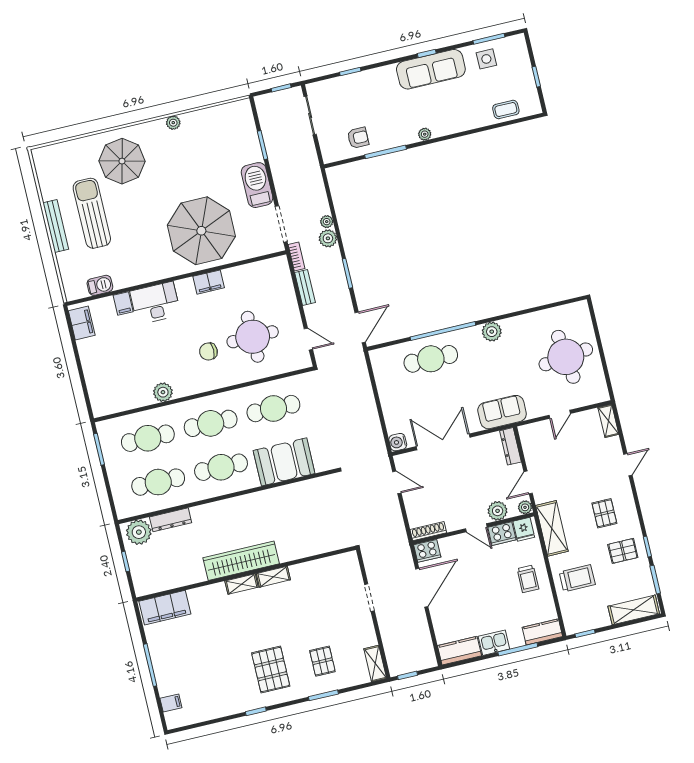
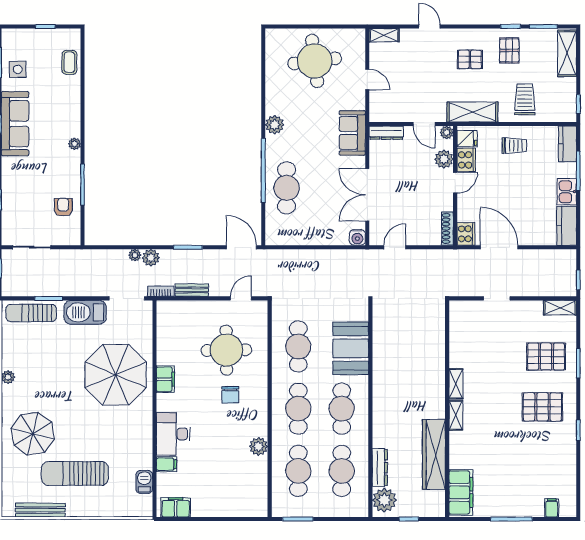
sun lounger: (244, 131) -> (31, 313), added
bench: (56, 226) -> (40, 510), moved
wardrobe: (241, 561) -> (434, 454), moved
pallet: (322, 661) -> (546, 357), width x1.50, depth x1.42

